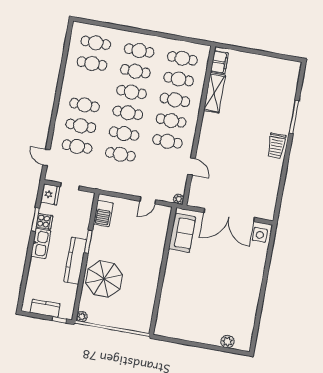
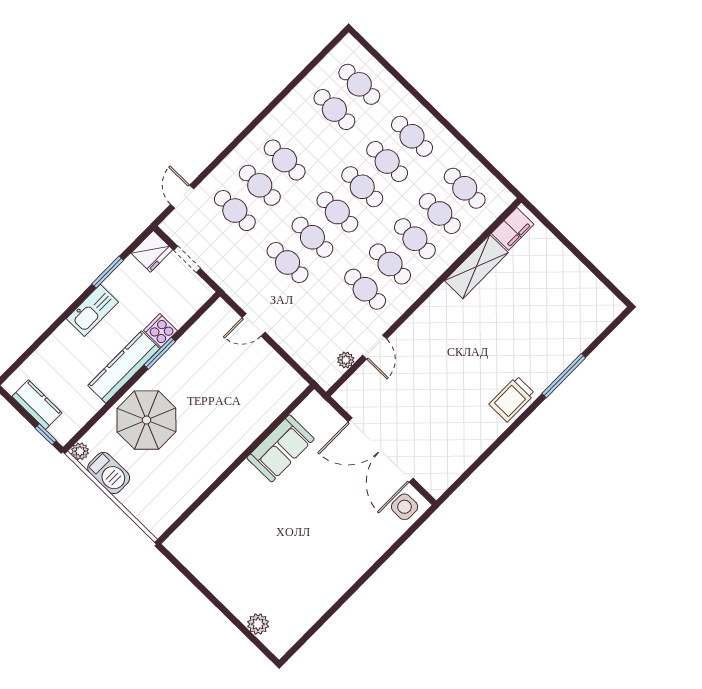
plant: (179, 199) -> (346, 360), moved
door: (148, 200) -> (254, 325), moved
barbecue: (103, 214) -> (109, 473), moved, turned -90
cooker: (44, 221) -> (161, 331), moved, turned 180
sofa: (182, 233) -> (280, 448), moved

